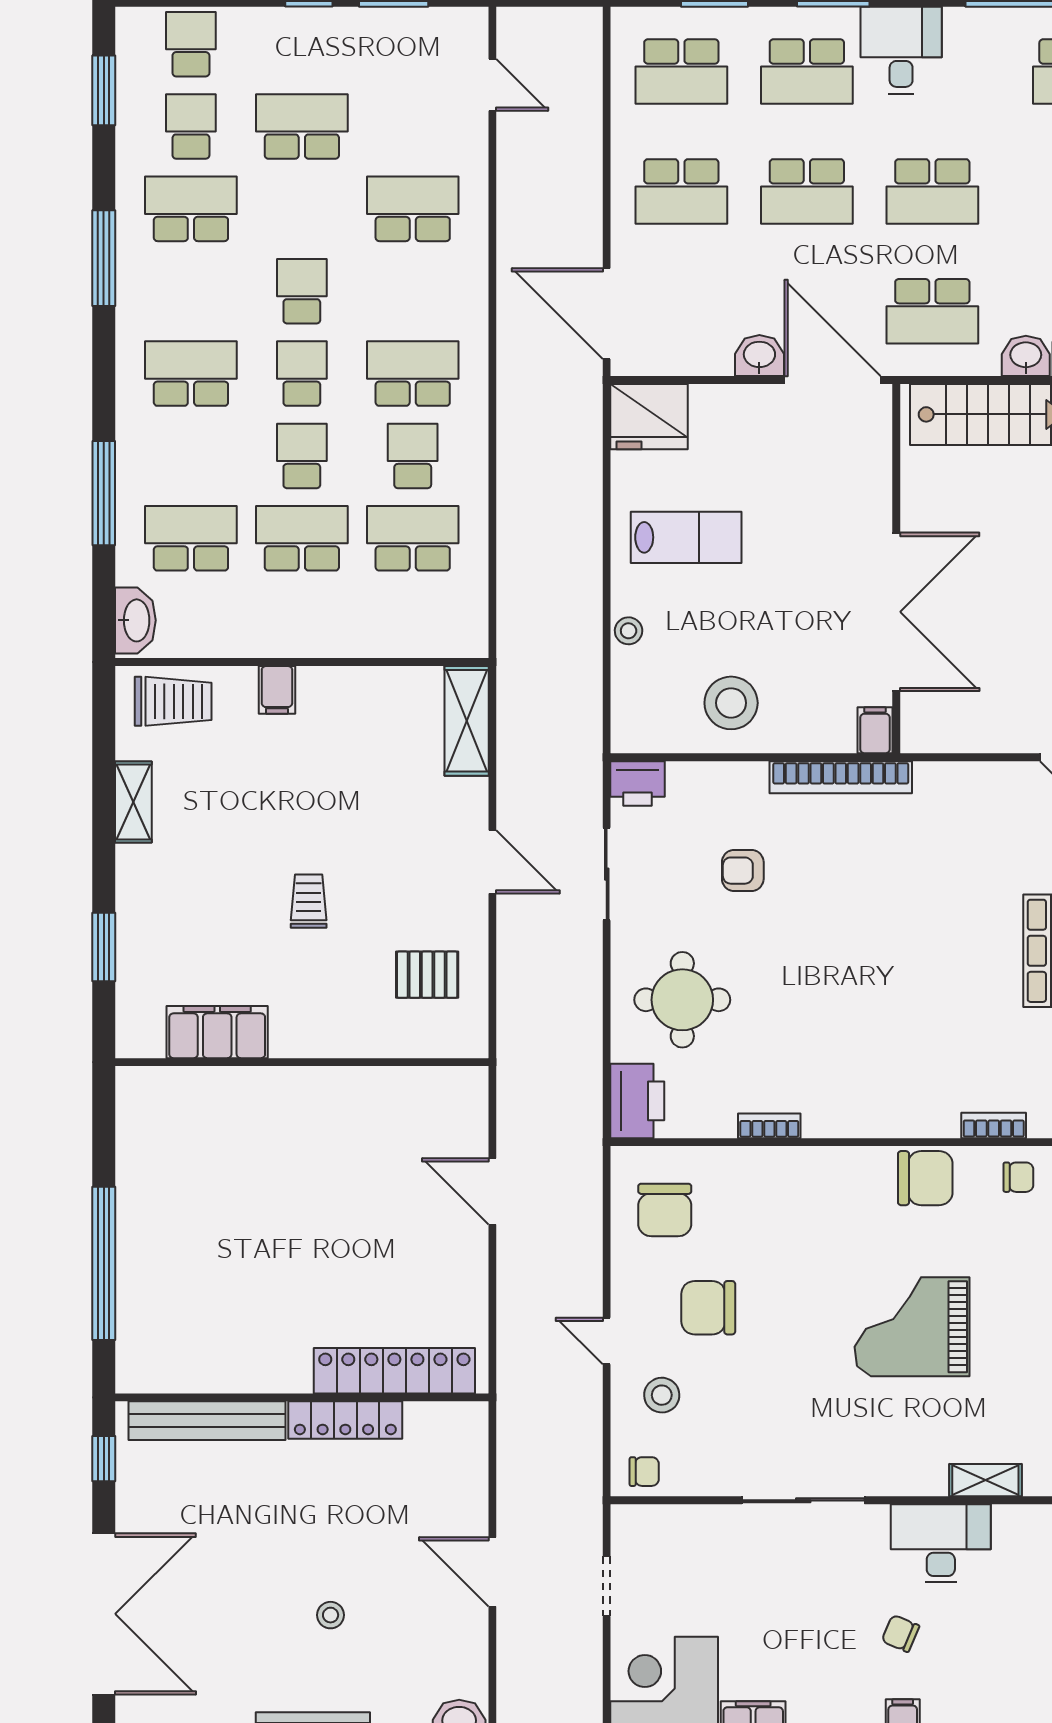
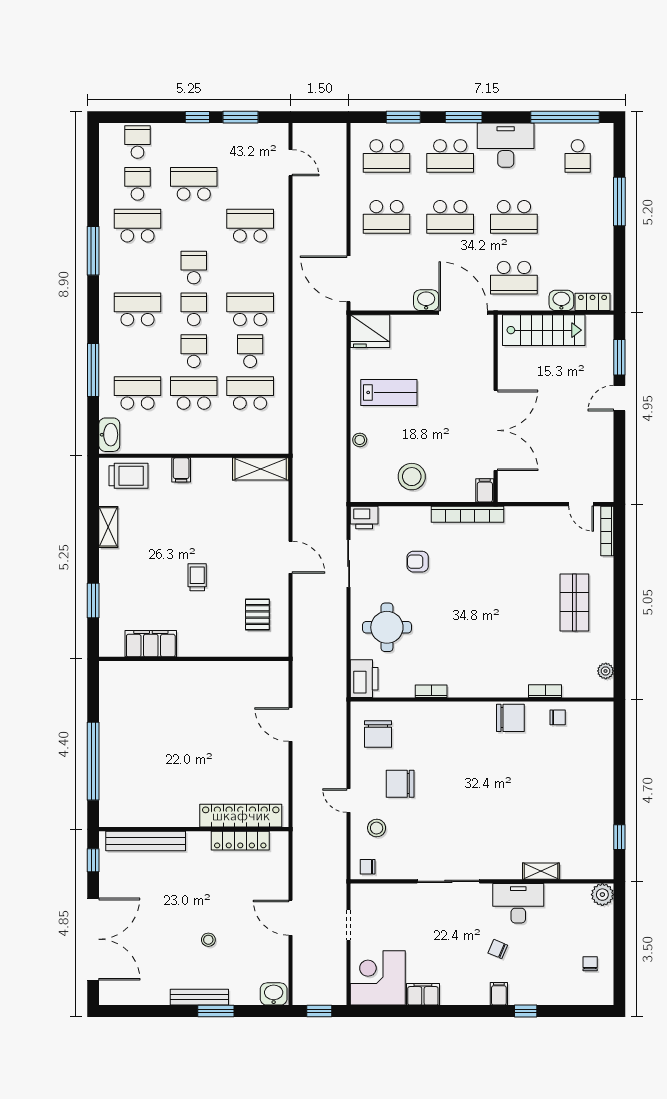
desk: (901, 50) -> (506, 145), width x1.37
window: (104, 90) -> (93, 165), removed
shelving: (467, 721) -> (261, 469), moved, turned 90
pallet: (427, 975) -> (257, 615), turned 90
grand piano: (912, 1327) -> (504, 793), removed
locker: (345, 1420) -> (240, 841), moved
chair: (644, 1472) -> (368, 867), turned 180

